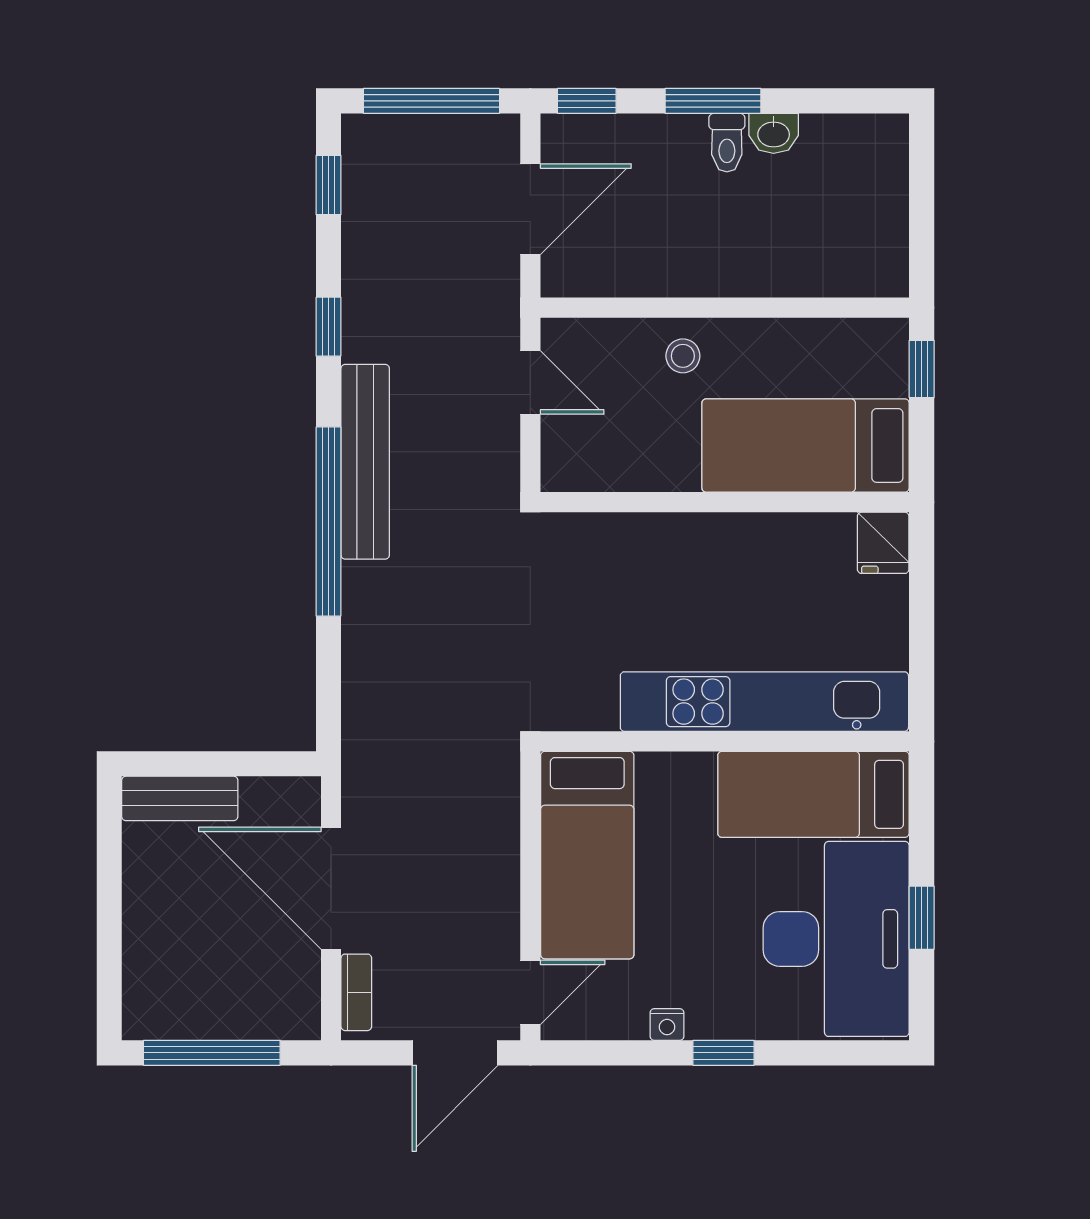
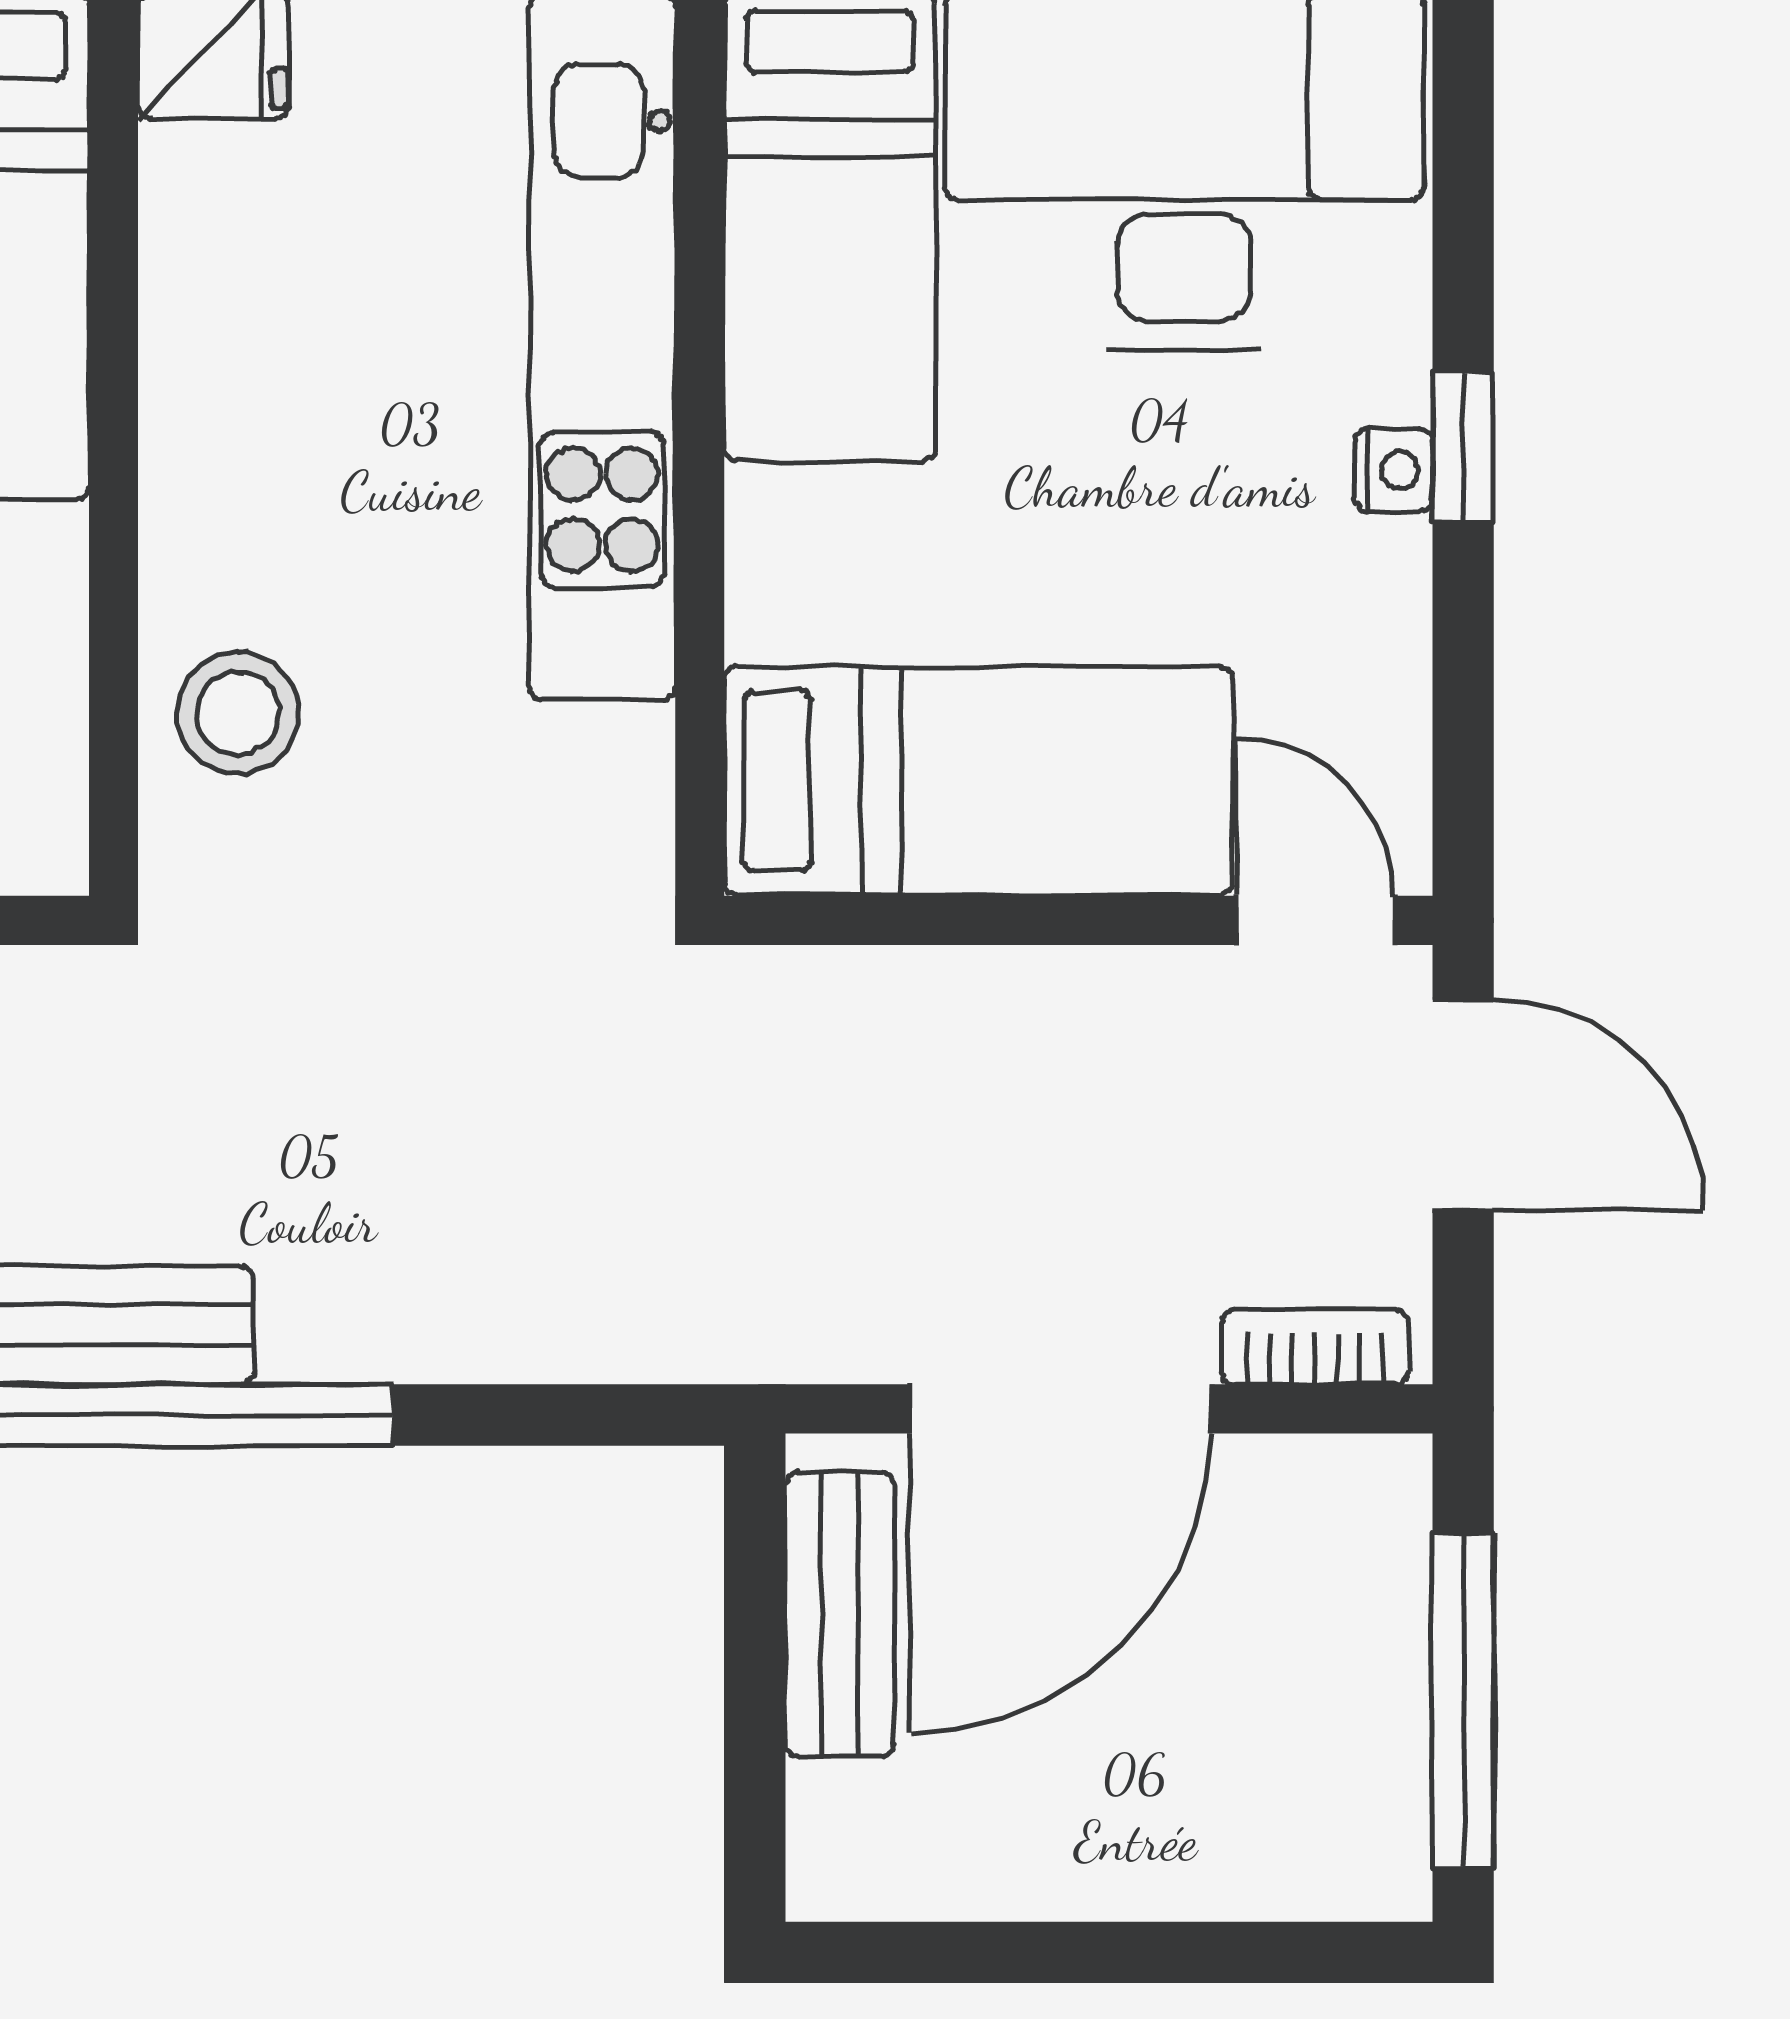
stool: (615, 553) -> (238, 713), added
bench: (180, 798) -> (840, 1614), moved
nightstand: (667, 1024) -> (1394, 470), moved

